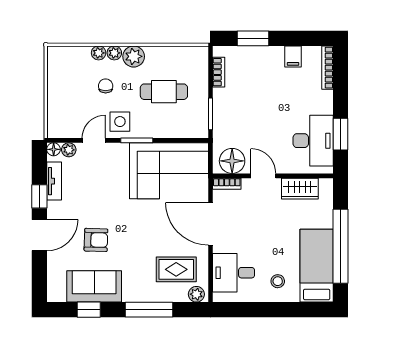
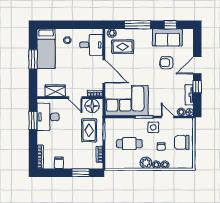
chair: (68, 94) -> (182, 142), added
rug: (238, 116) -> (89, 130), added
door: (94, 140) -> (168, 117), swing flipped
window: (341, 246) -> (33, 59), width x0.47

